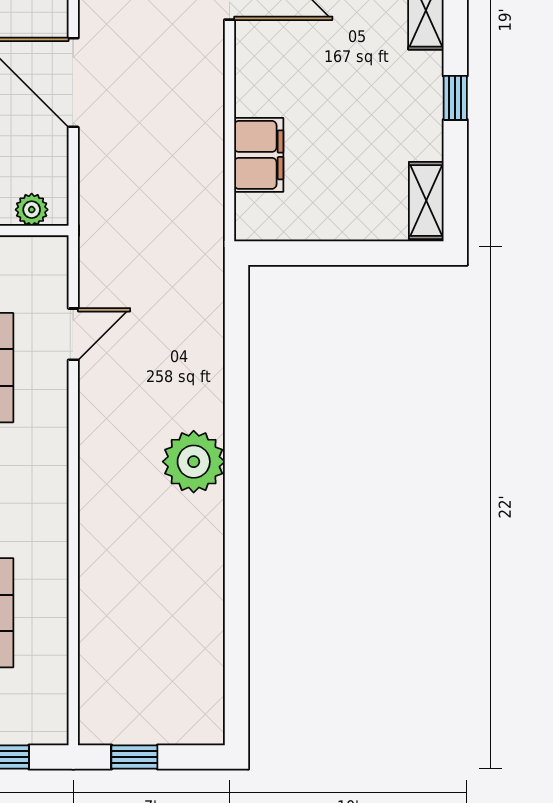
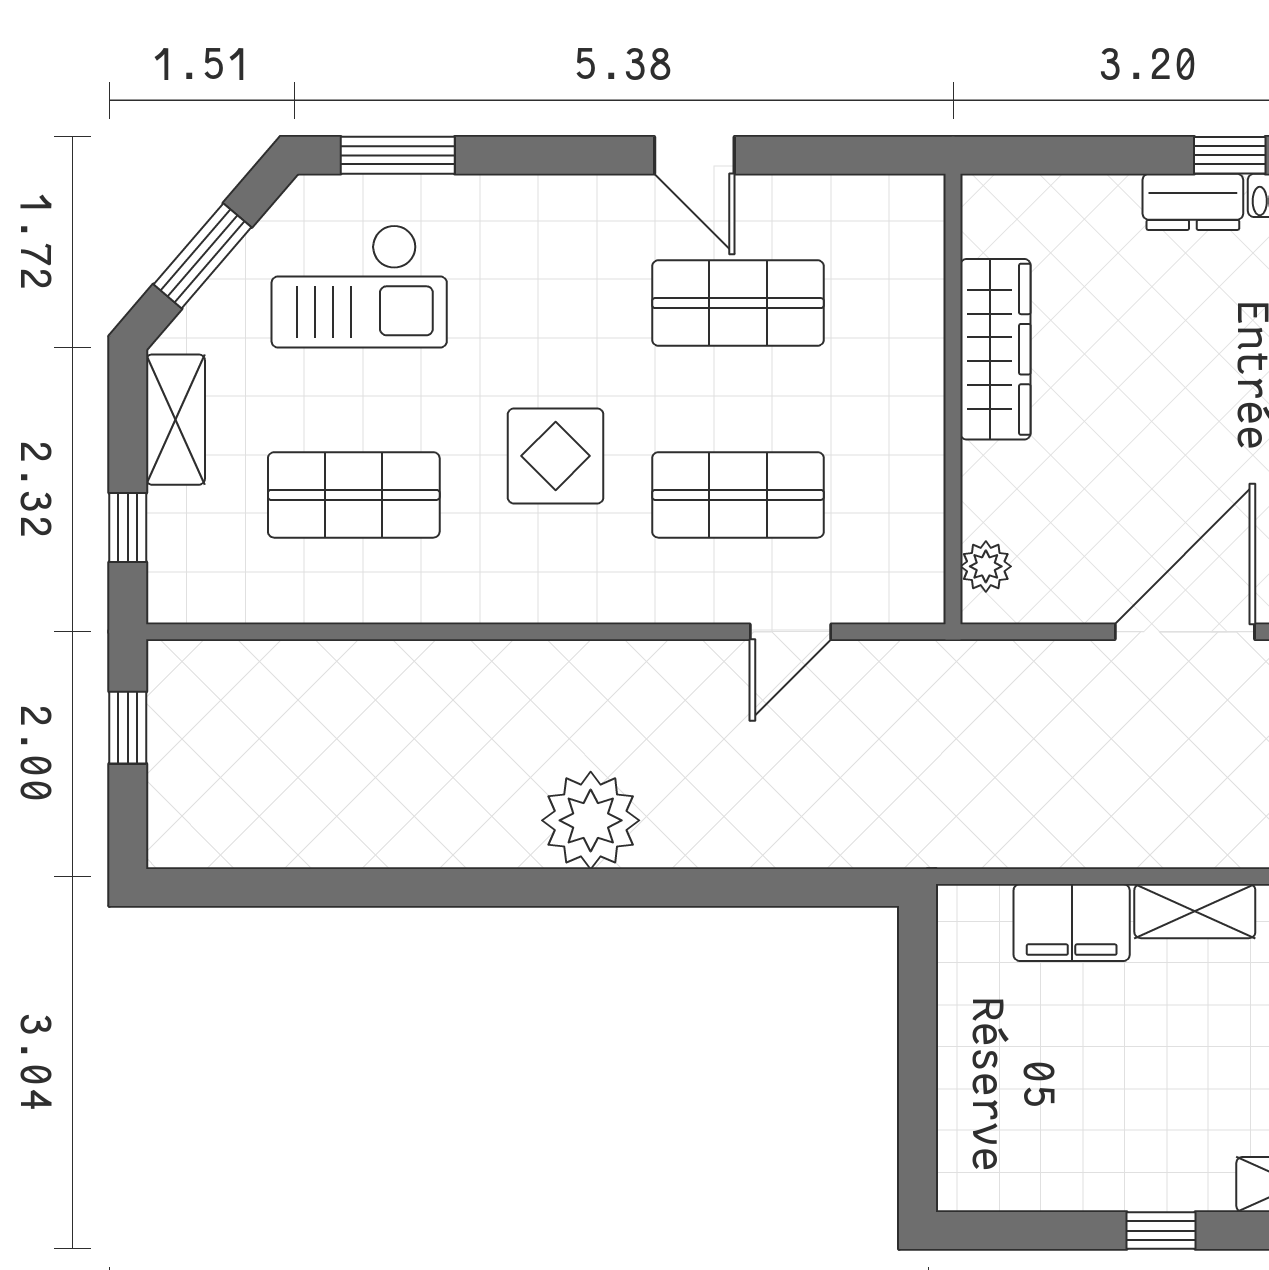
shelving: (426, 201) -> (1195, 911), moved
door: (73, 334) -> (791, 632), hinge flipped

